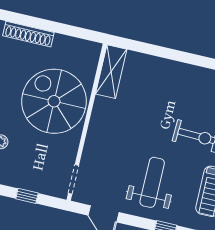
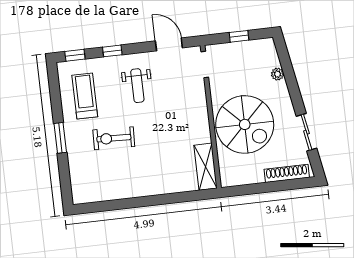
weight bench: (152, 182) -> (137, 86), width x0.73, depth x0.75

